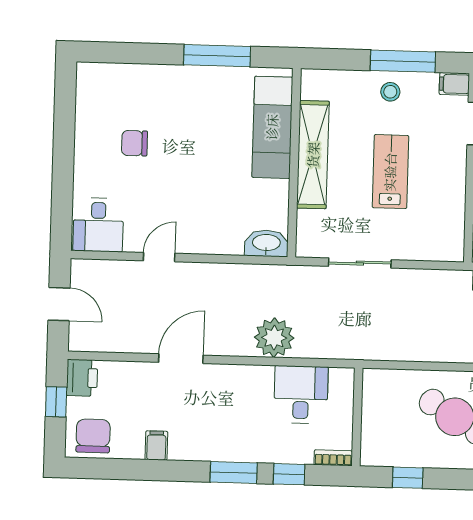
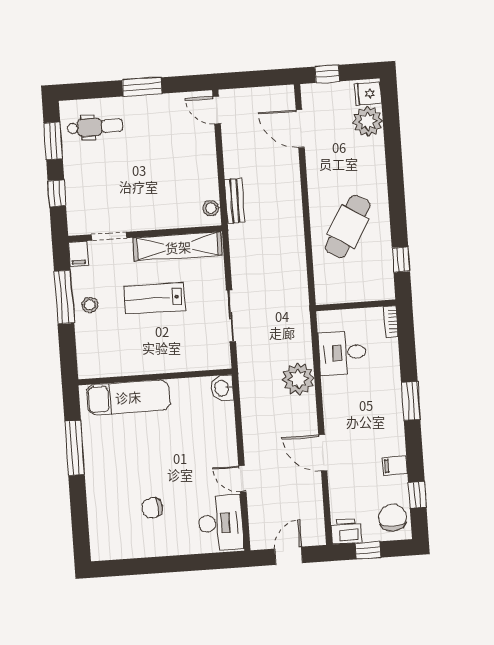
chair: (134, 143) -> (152, 508), turned 90
shelving: (313, 155) -> (178, 247), moved
desk: (98, 225) -> (221, 523), width x1.37
washbasin: (266, 243) -> (222, 388), width x0.72
chair: (93, 436) -> (392, 518), turned 90
window: (289, 474) -> (417, 495), moved

